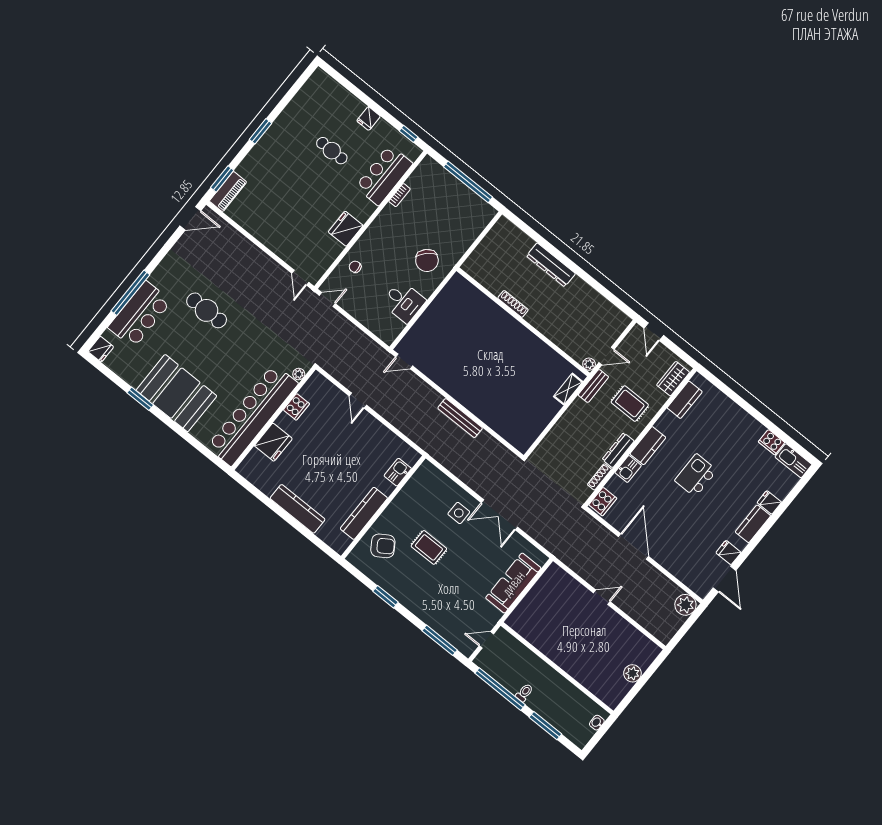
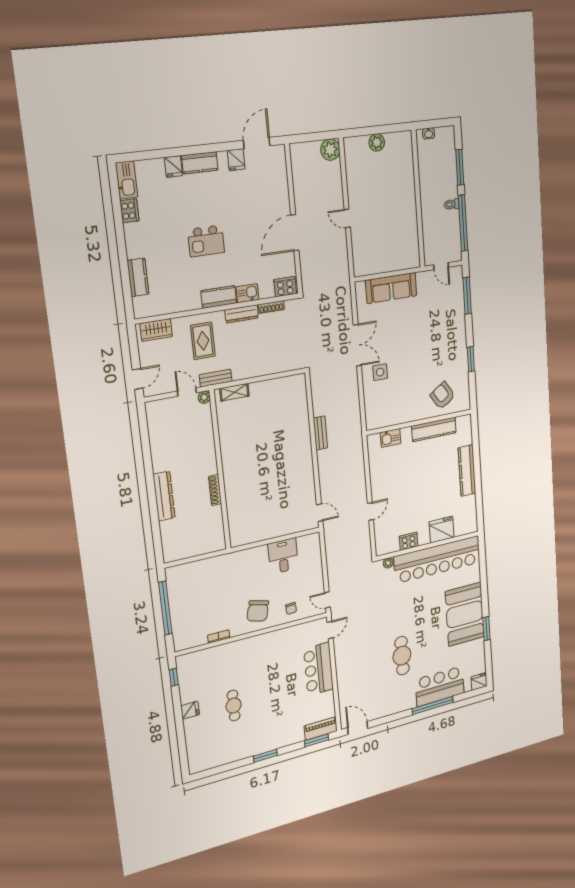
bar counter: (384, 175) -> (319, 669), moved, turned 90
fridge: (346, 229) -> (273, 641), removed
chair: (427, 260) -> (258, 611), moved, turned 149
kitchen counter: (685, 400) -> (138, 277), moved, turned 90
bench: (460, 418) -> (320, 433), width x0.73
rug: (429, 547) -> (418, 367), removed
plant: (685, 605) -> (330, 150), moved

